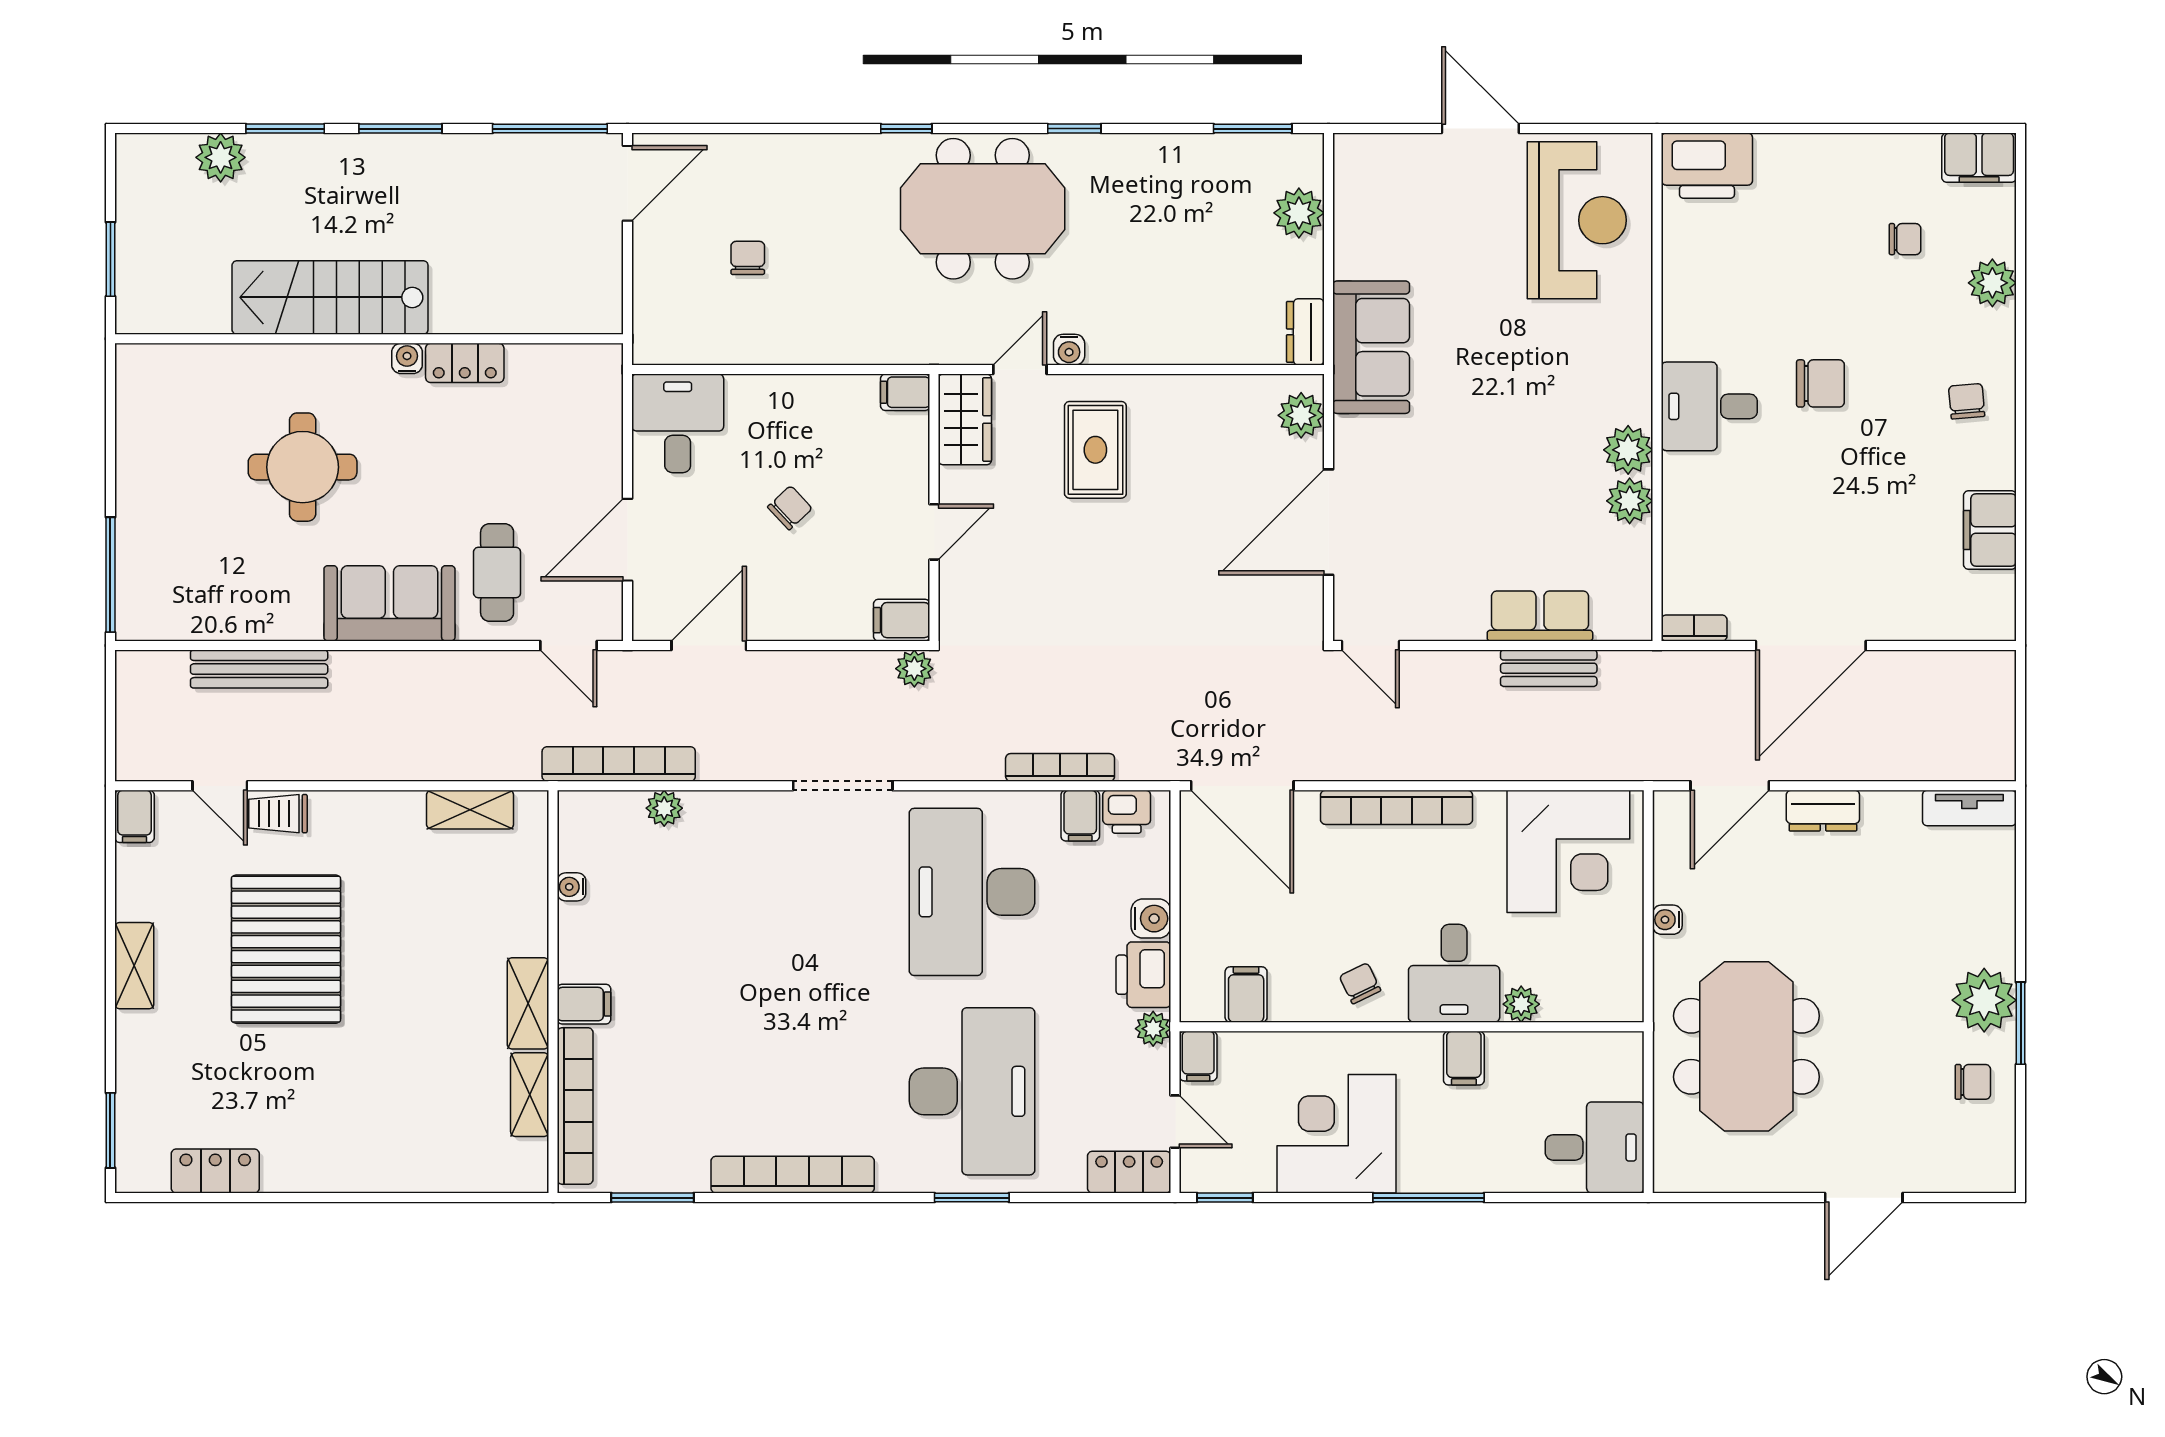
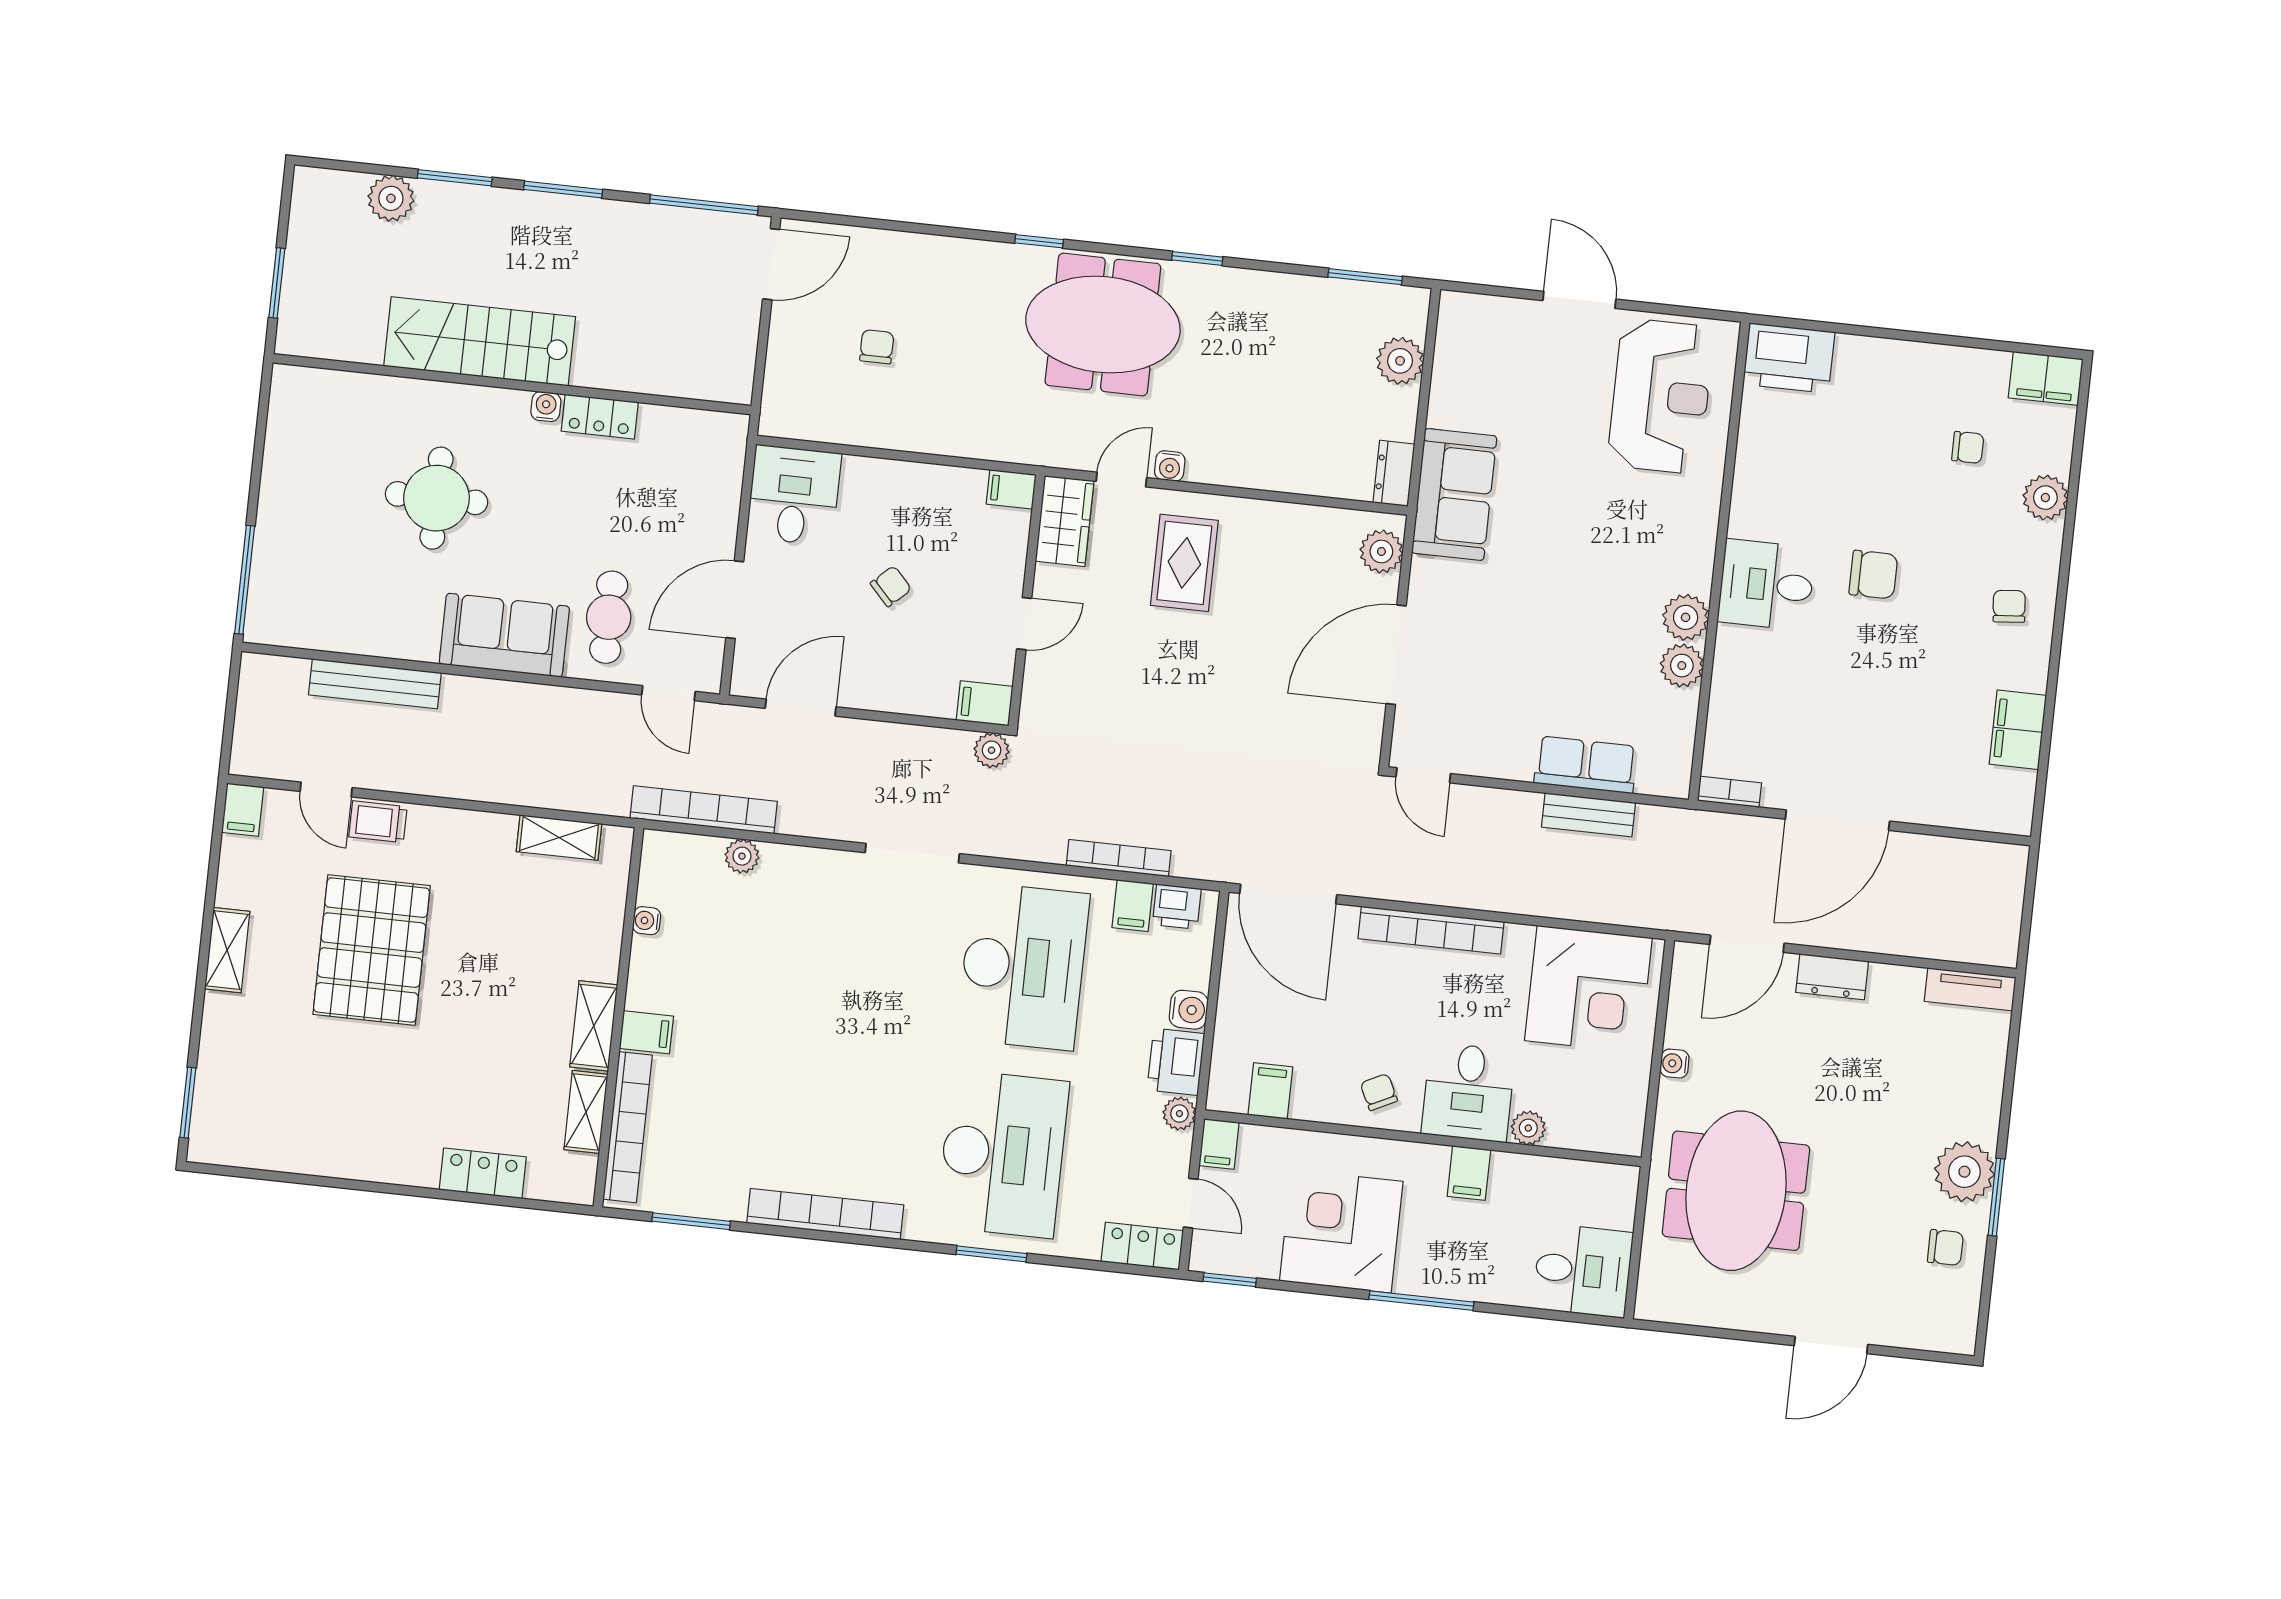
desk: (972, 892) -> (1023, 966), turned 180
locker: (215, 1171) -> (483, 1173), moved

